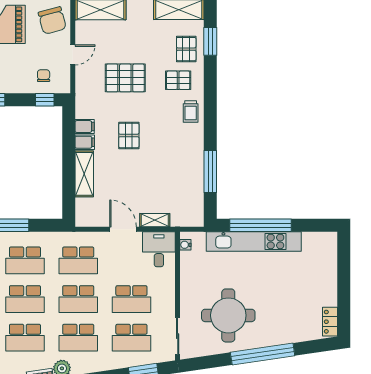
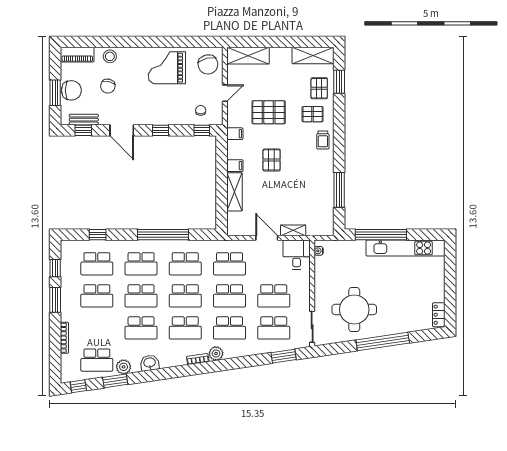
filing cabinet: (85, 127) -> (235, 134), moved
kitchen unit: (254, 241) -> (405, 248), moved

